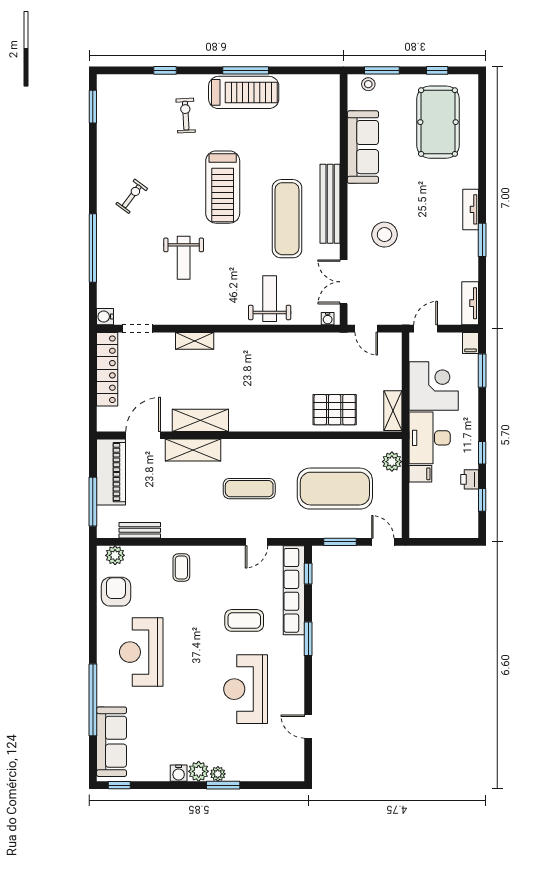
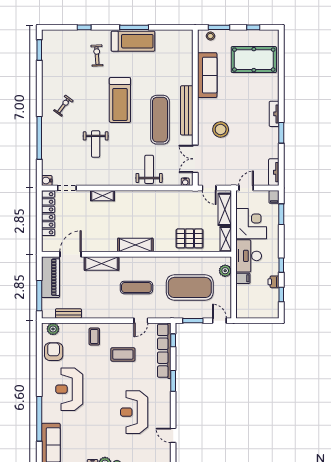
pool table: (438, 122) -> (254, 60), turned 90
shelving: (391, 363) -> (225, 209), added
shelving: (200, 420) -> (135, 245), moved
coffee table: (244, 620) -> (123, 354), moved

